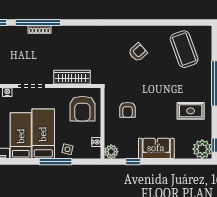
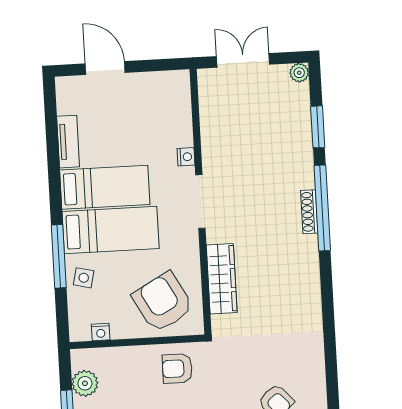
armchair: (82, 109) -> (163, 302), turned 61
armchair: (128, 110) -> (177, 369), moved
plant: (111, 152) -> (85, 383), moved

